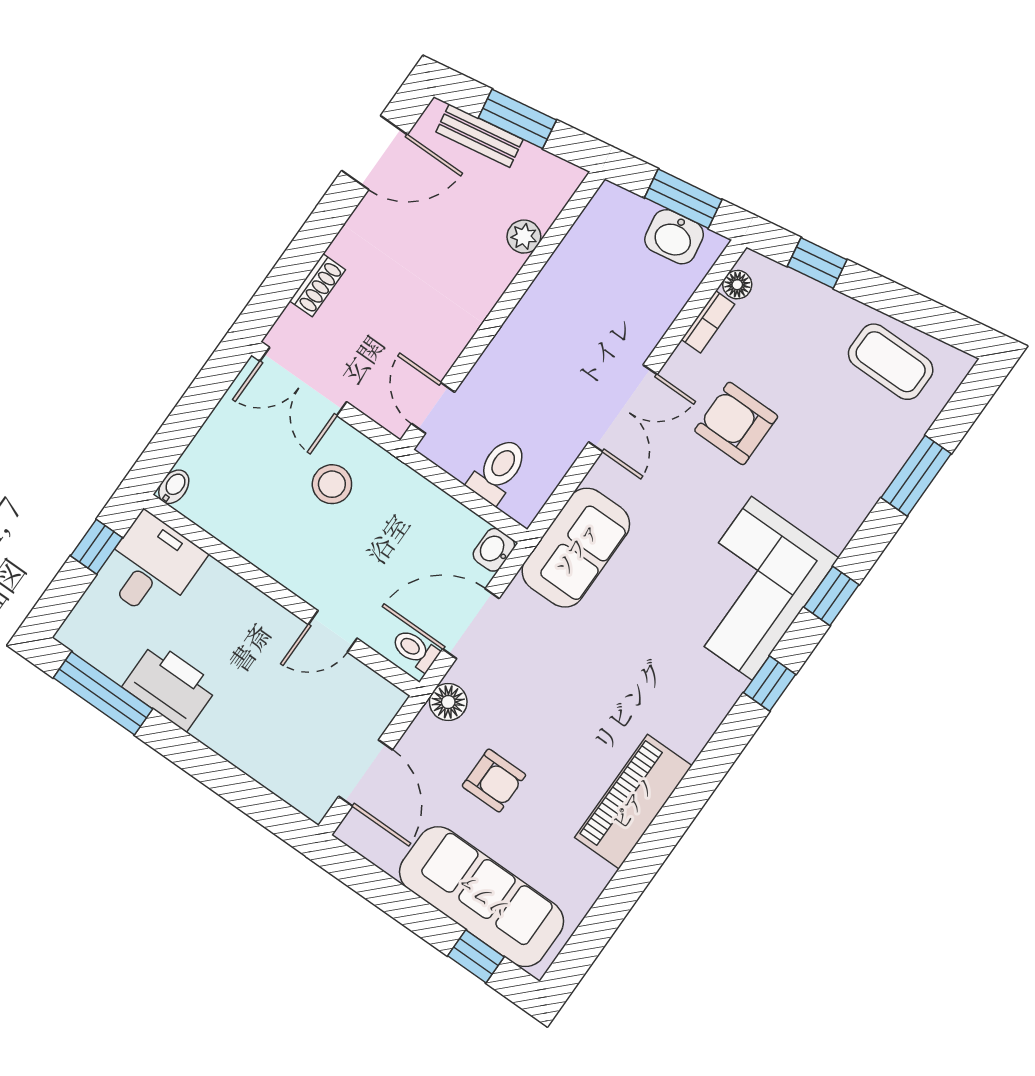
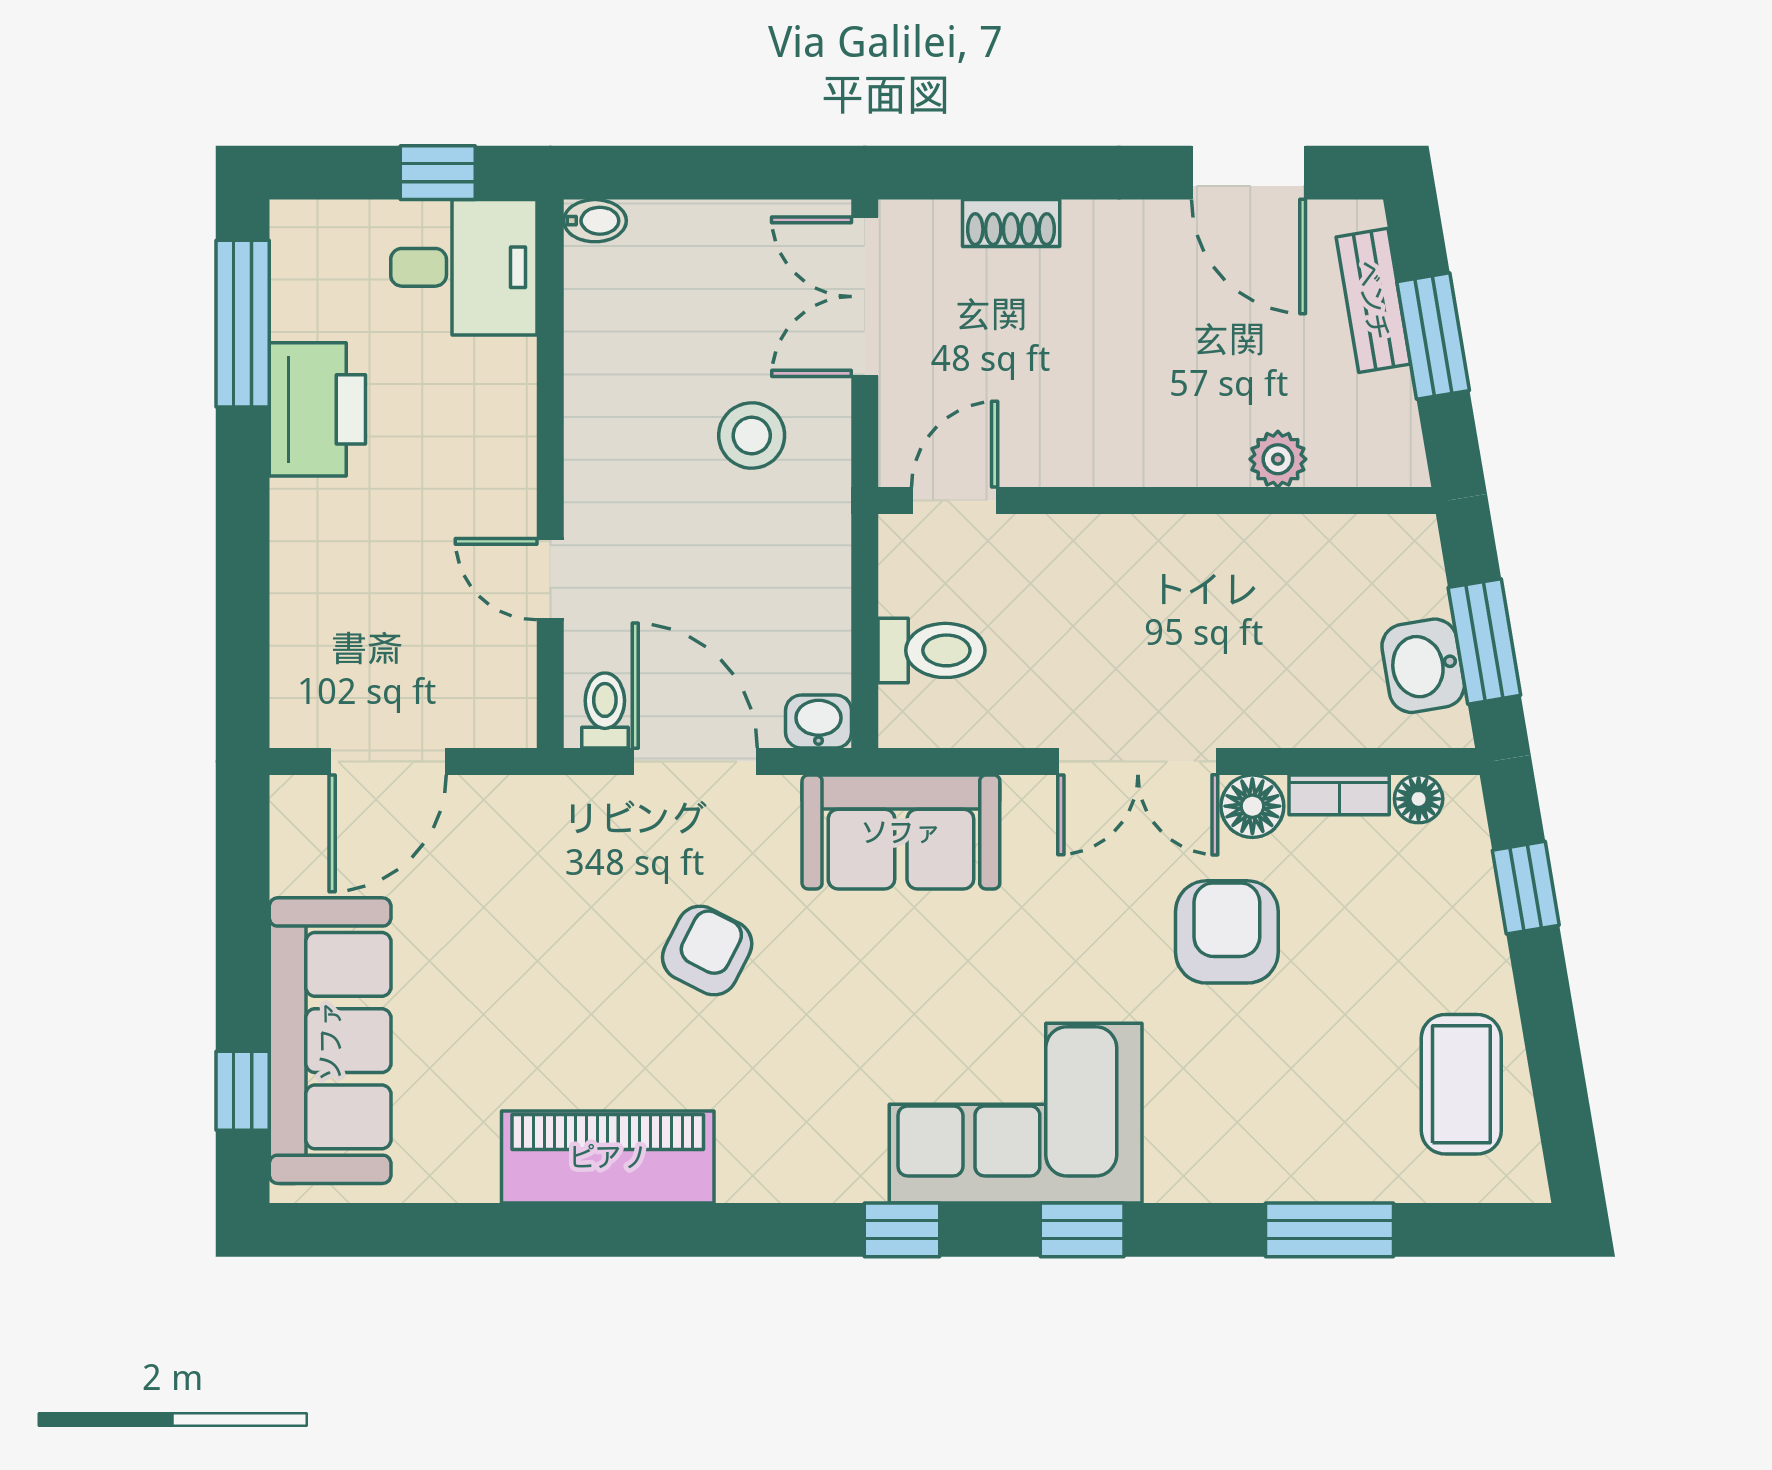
floor lamp: (448, 702) -> (1252, 806), moved
armchair: (494, 780) -> (707, 951), moved, turned -153

